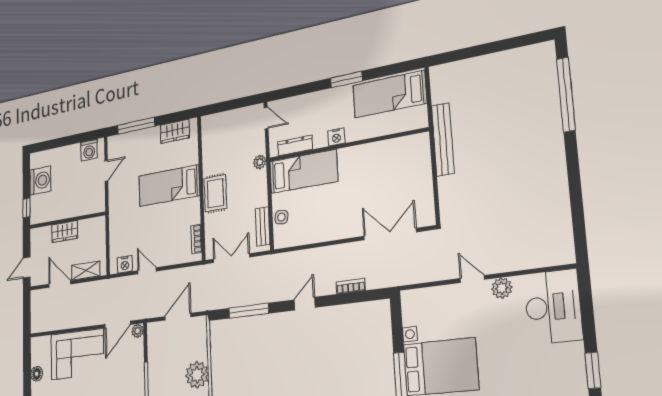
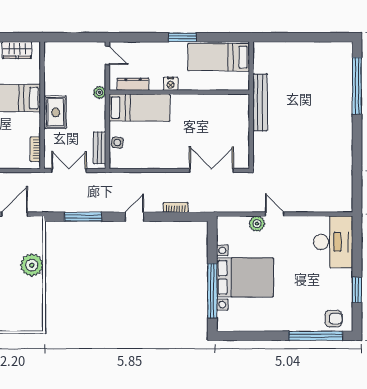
plant: (502, 288) -> (257, 224), moved

